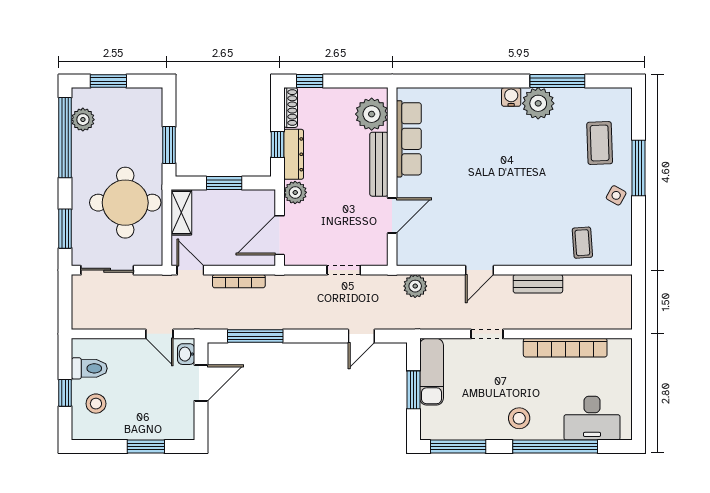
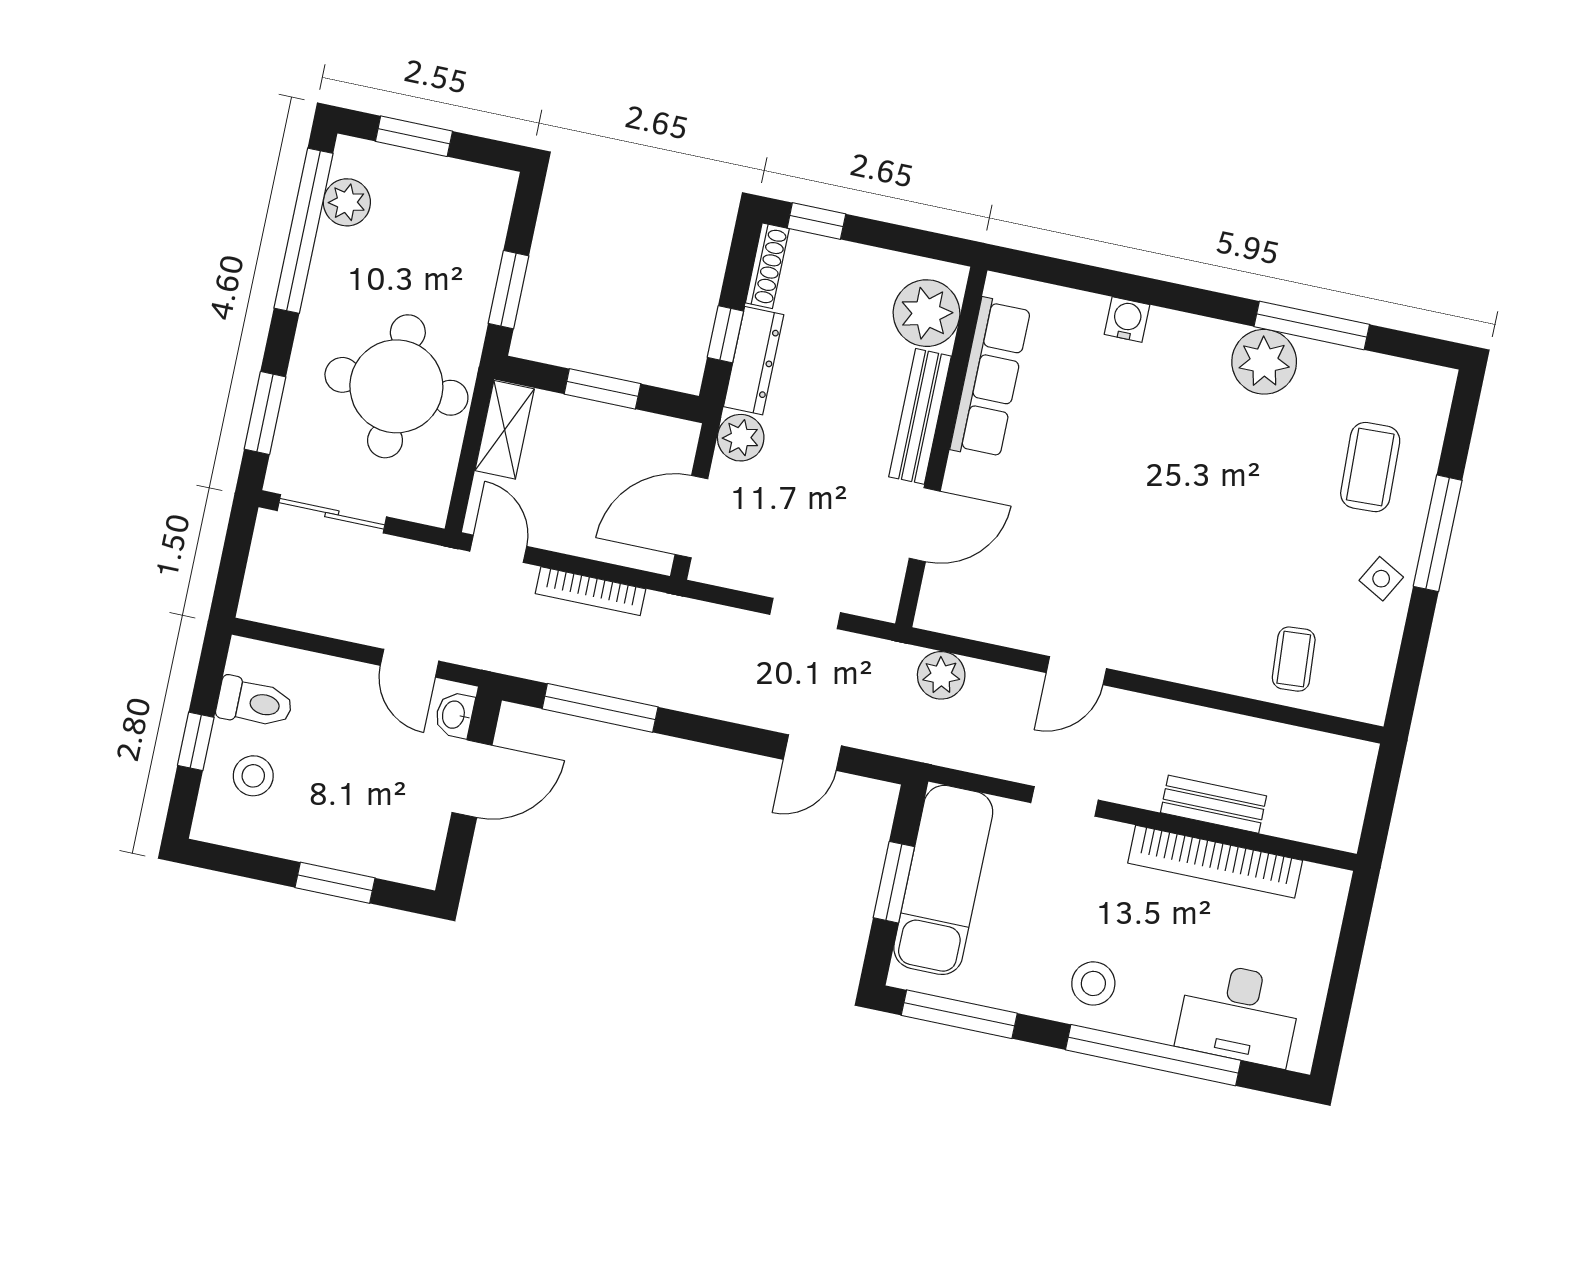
water cooler: (511, 97) -> (1127, 320), moved
bench: (538, 284) -> (1213, 804), moved
exam couch: (432, 372) -> (943, 880), width x1.36, depth x1.45

